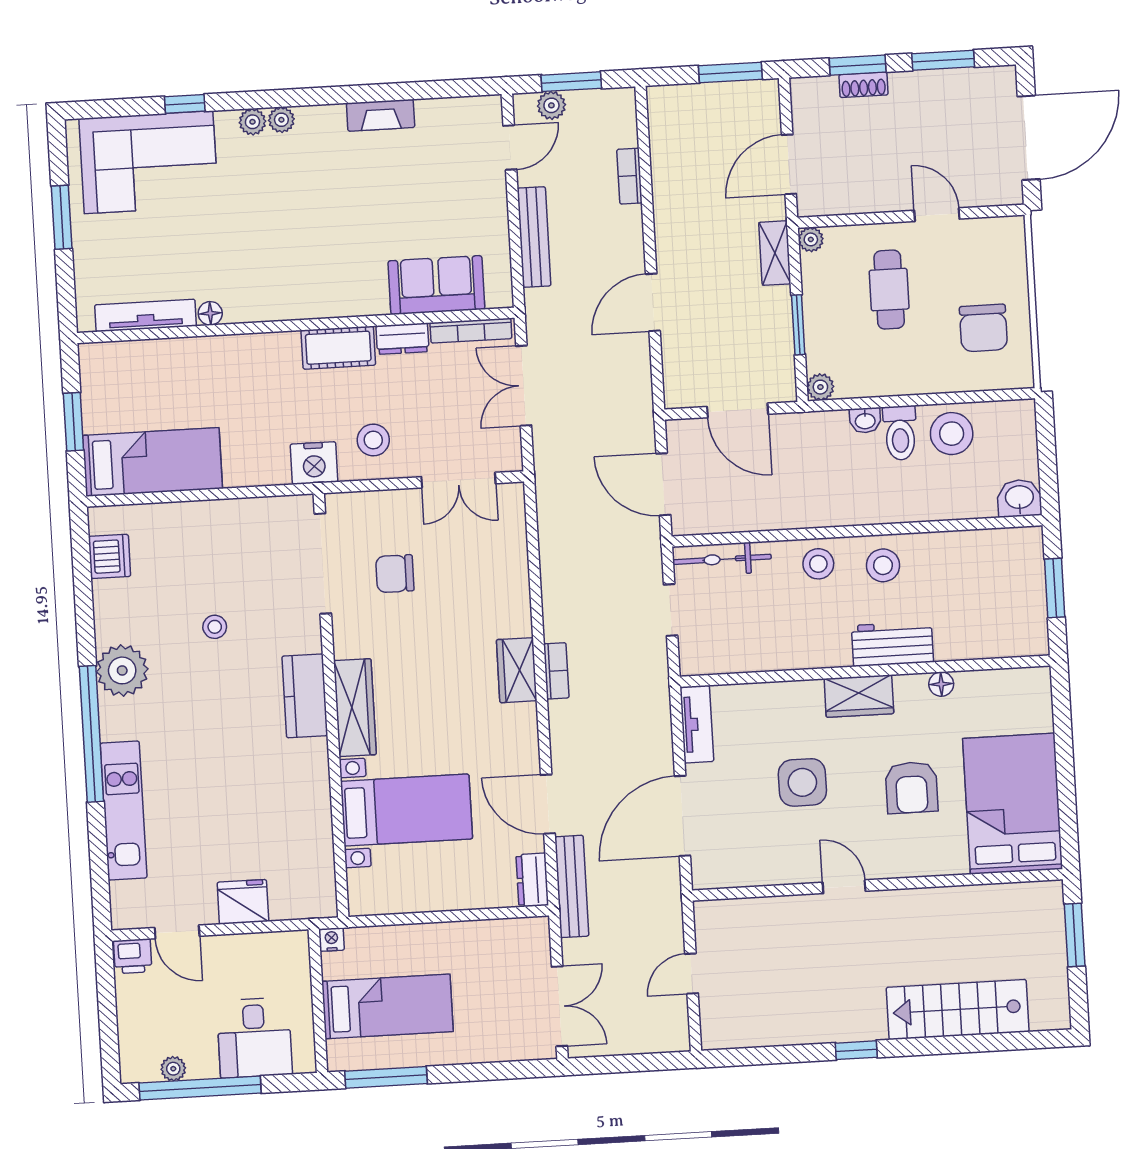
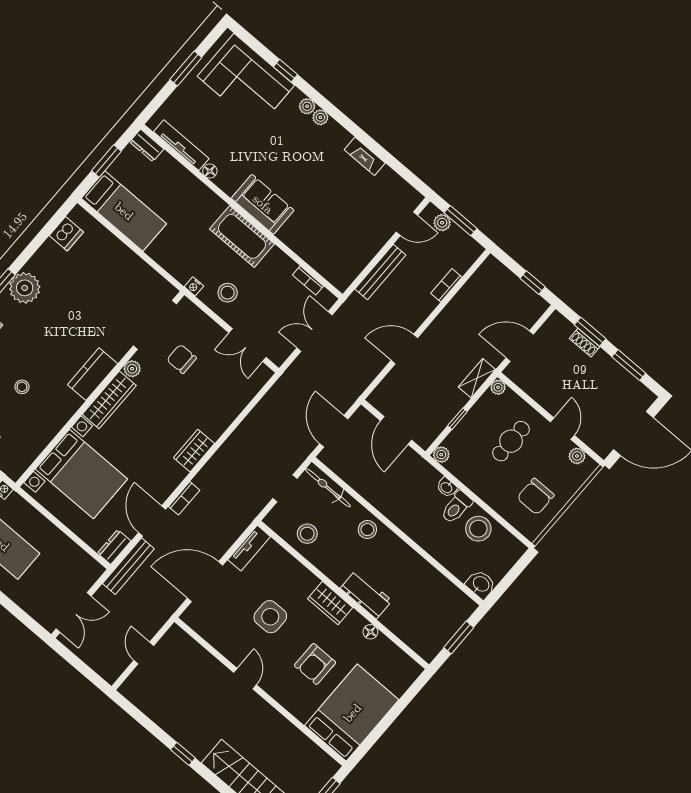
window: (730, 72) -> (533, 282), width x0.67
plant: (986, 231) -> (577, 456), added
sofa: (436, 285) -> (263, 204), moved
window: (798, 325) -> (457, 419), width x0.67
bookcase: (471, 331) -> (308, 280), width x0.64
dresser: (402, 339) -> (147, 145), moved
cot: (338, 348) -> (242, 236), width x1.37, depth x1.34
nightstand: (314, 463) -> (194, 286), width x0.53, depth x0.56
stool: (883, 565) -> (307, 534), moved
stool: (215, 627) -> (22, 387), moved
plant: (346, 643) -> (132, 369), added
bookcase: (556, 671) -> (184, 498), moved
bed with nightstands: (406, 810) -> (81, 474), width x1.36
door: (692, 974) -> (144, 653), hinge flipped

